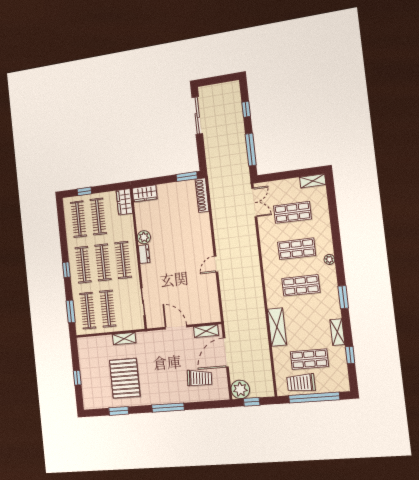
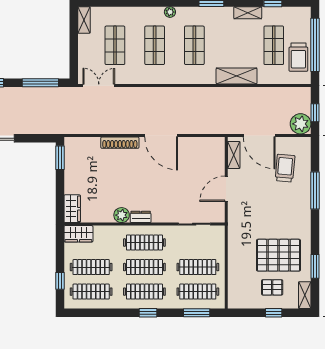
shoe rack: (202, 195) -> (120, 143), moved
door: (216, 264) -> (161, 135), width x1.87
shelving: (124, 339) -> (305, 295), moved
pallet: (98, 375) -> (272, 287), added
window: (168, 408) -> (315, 190), moved

